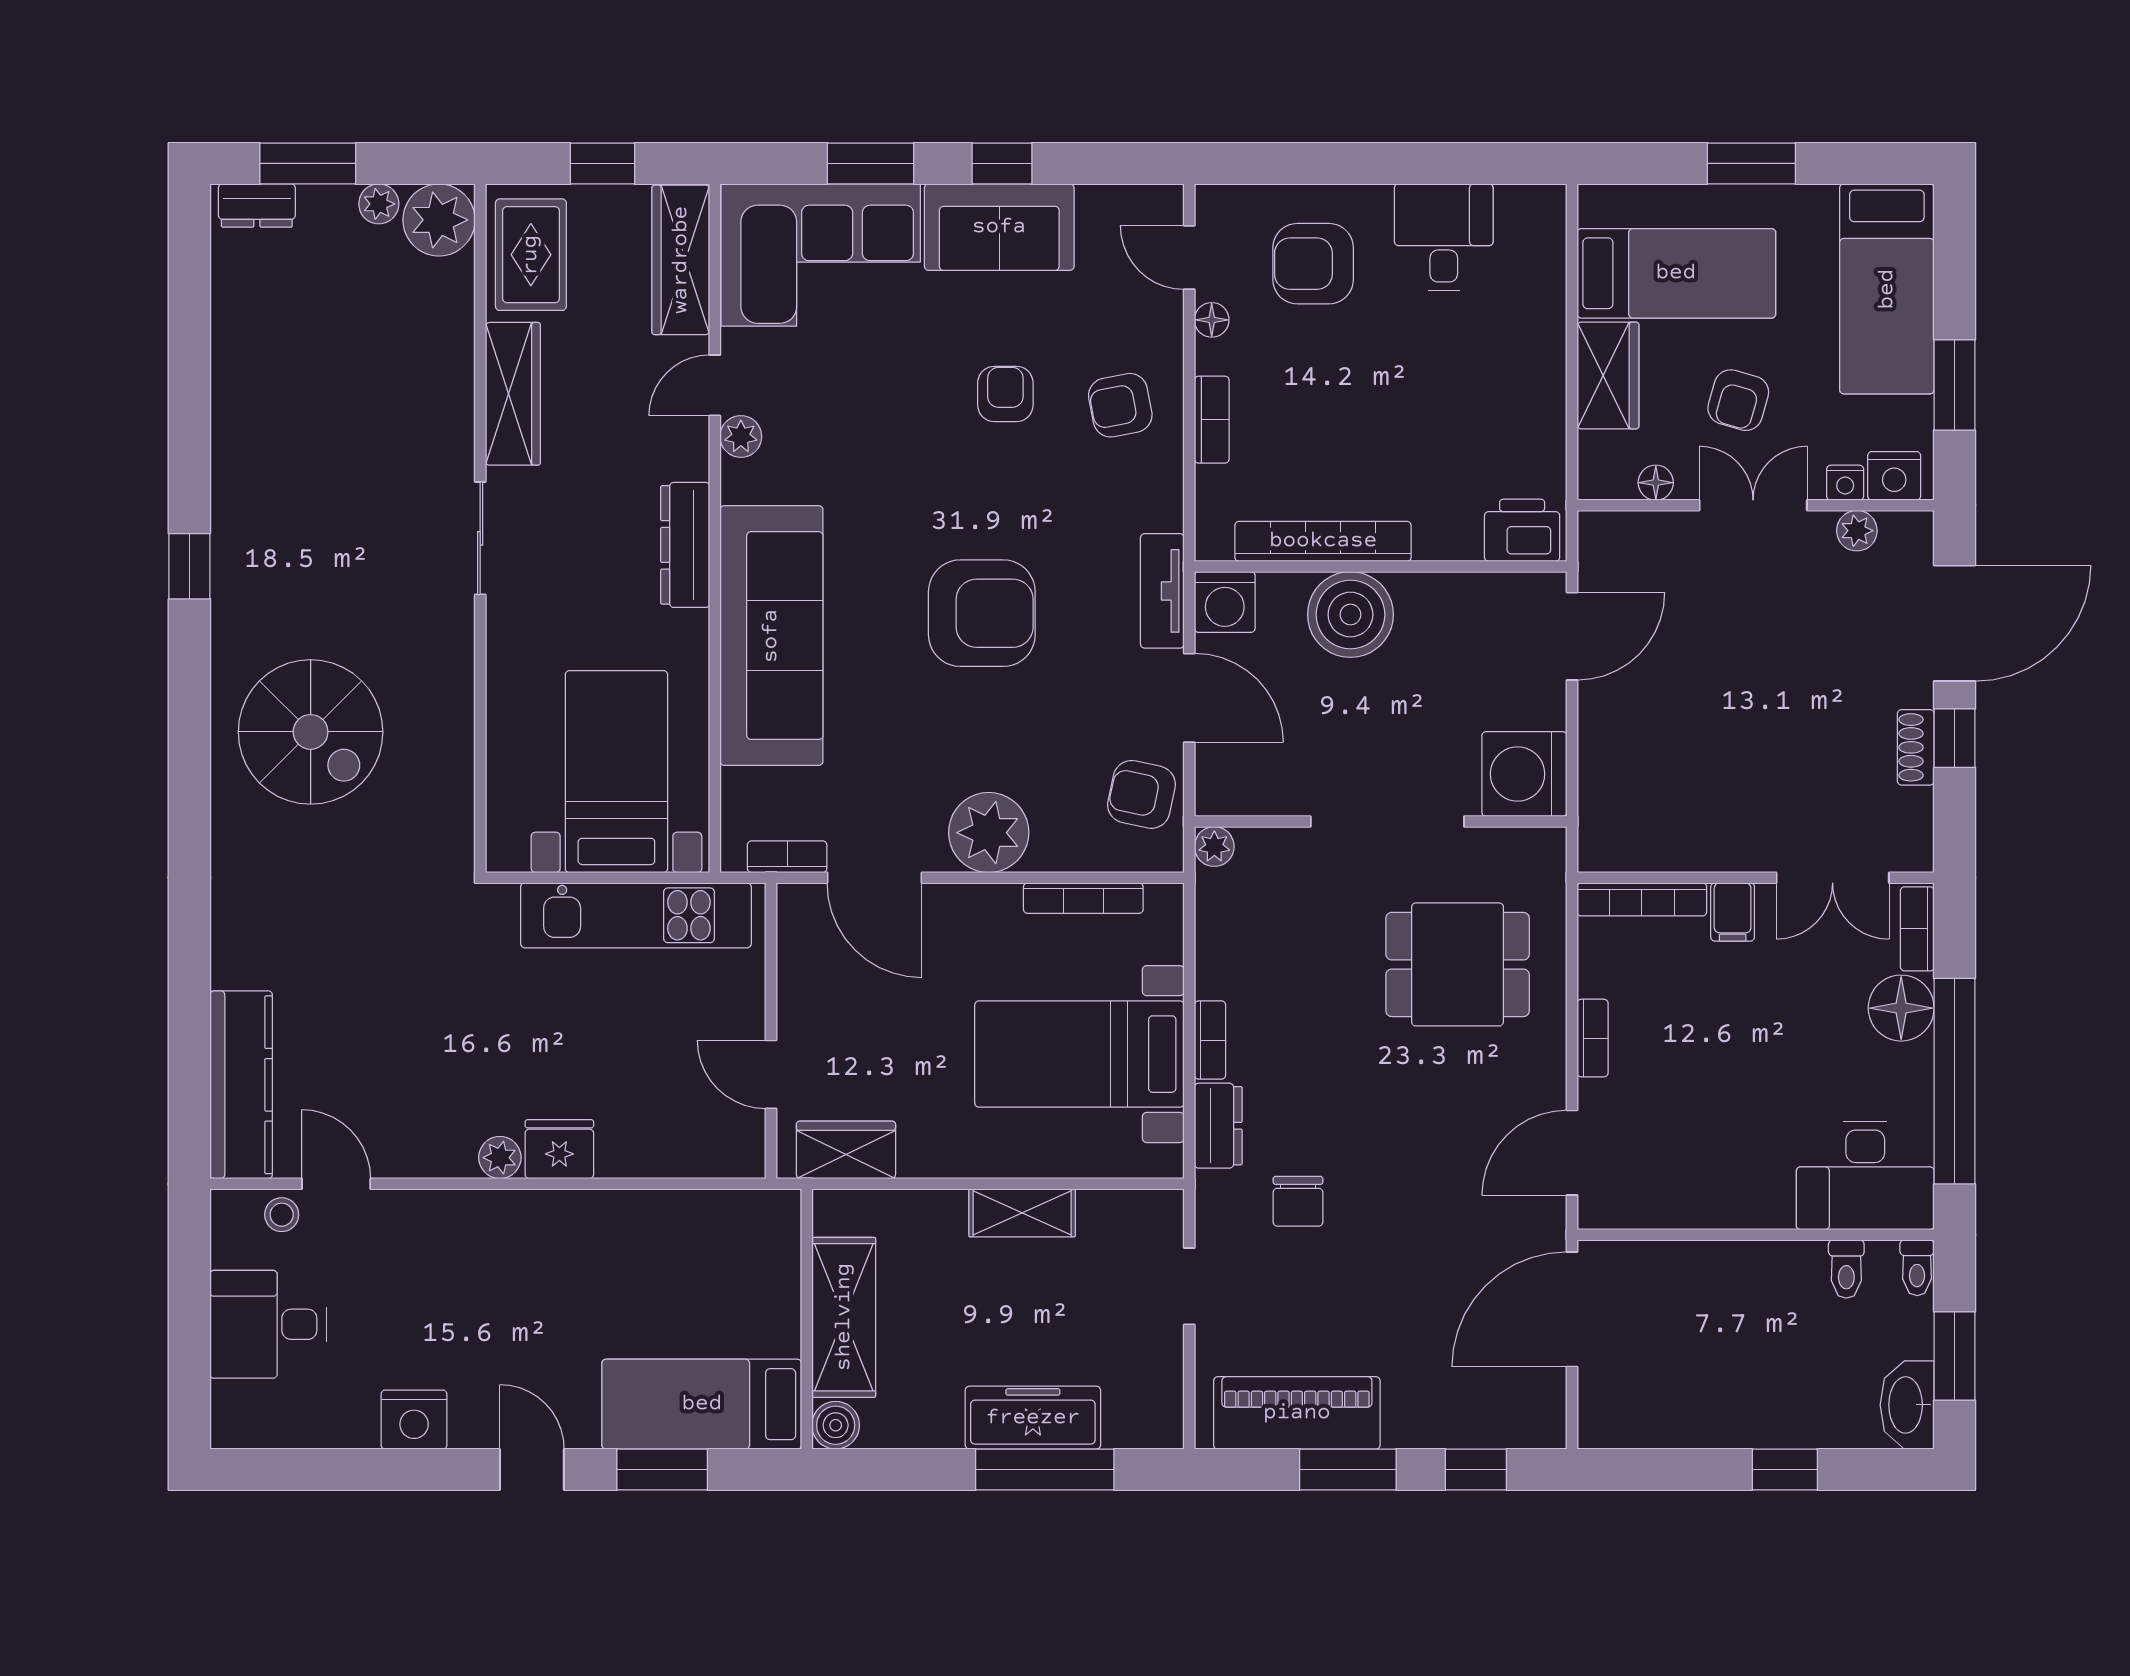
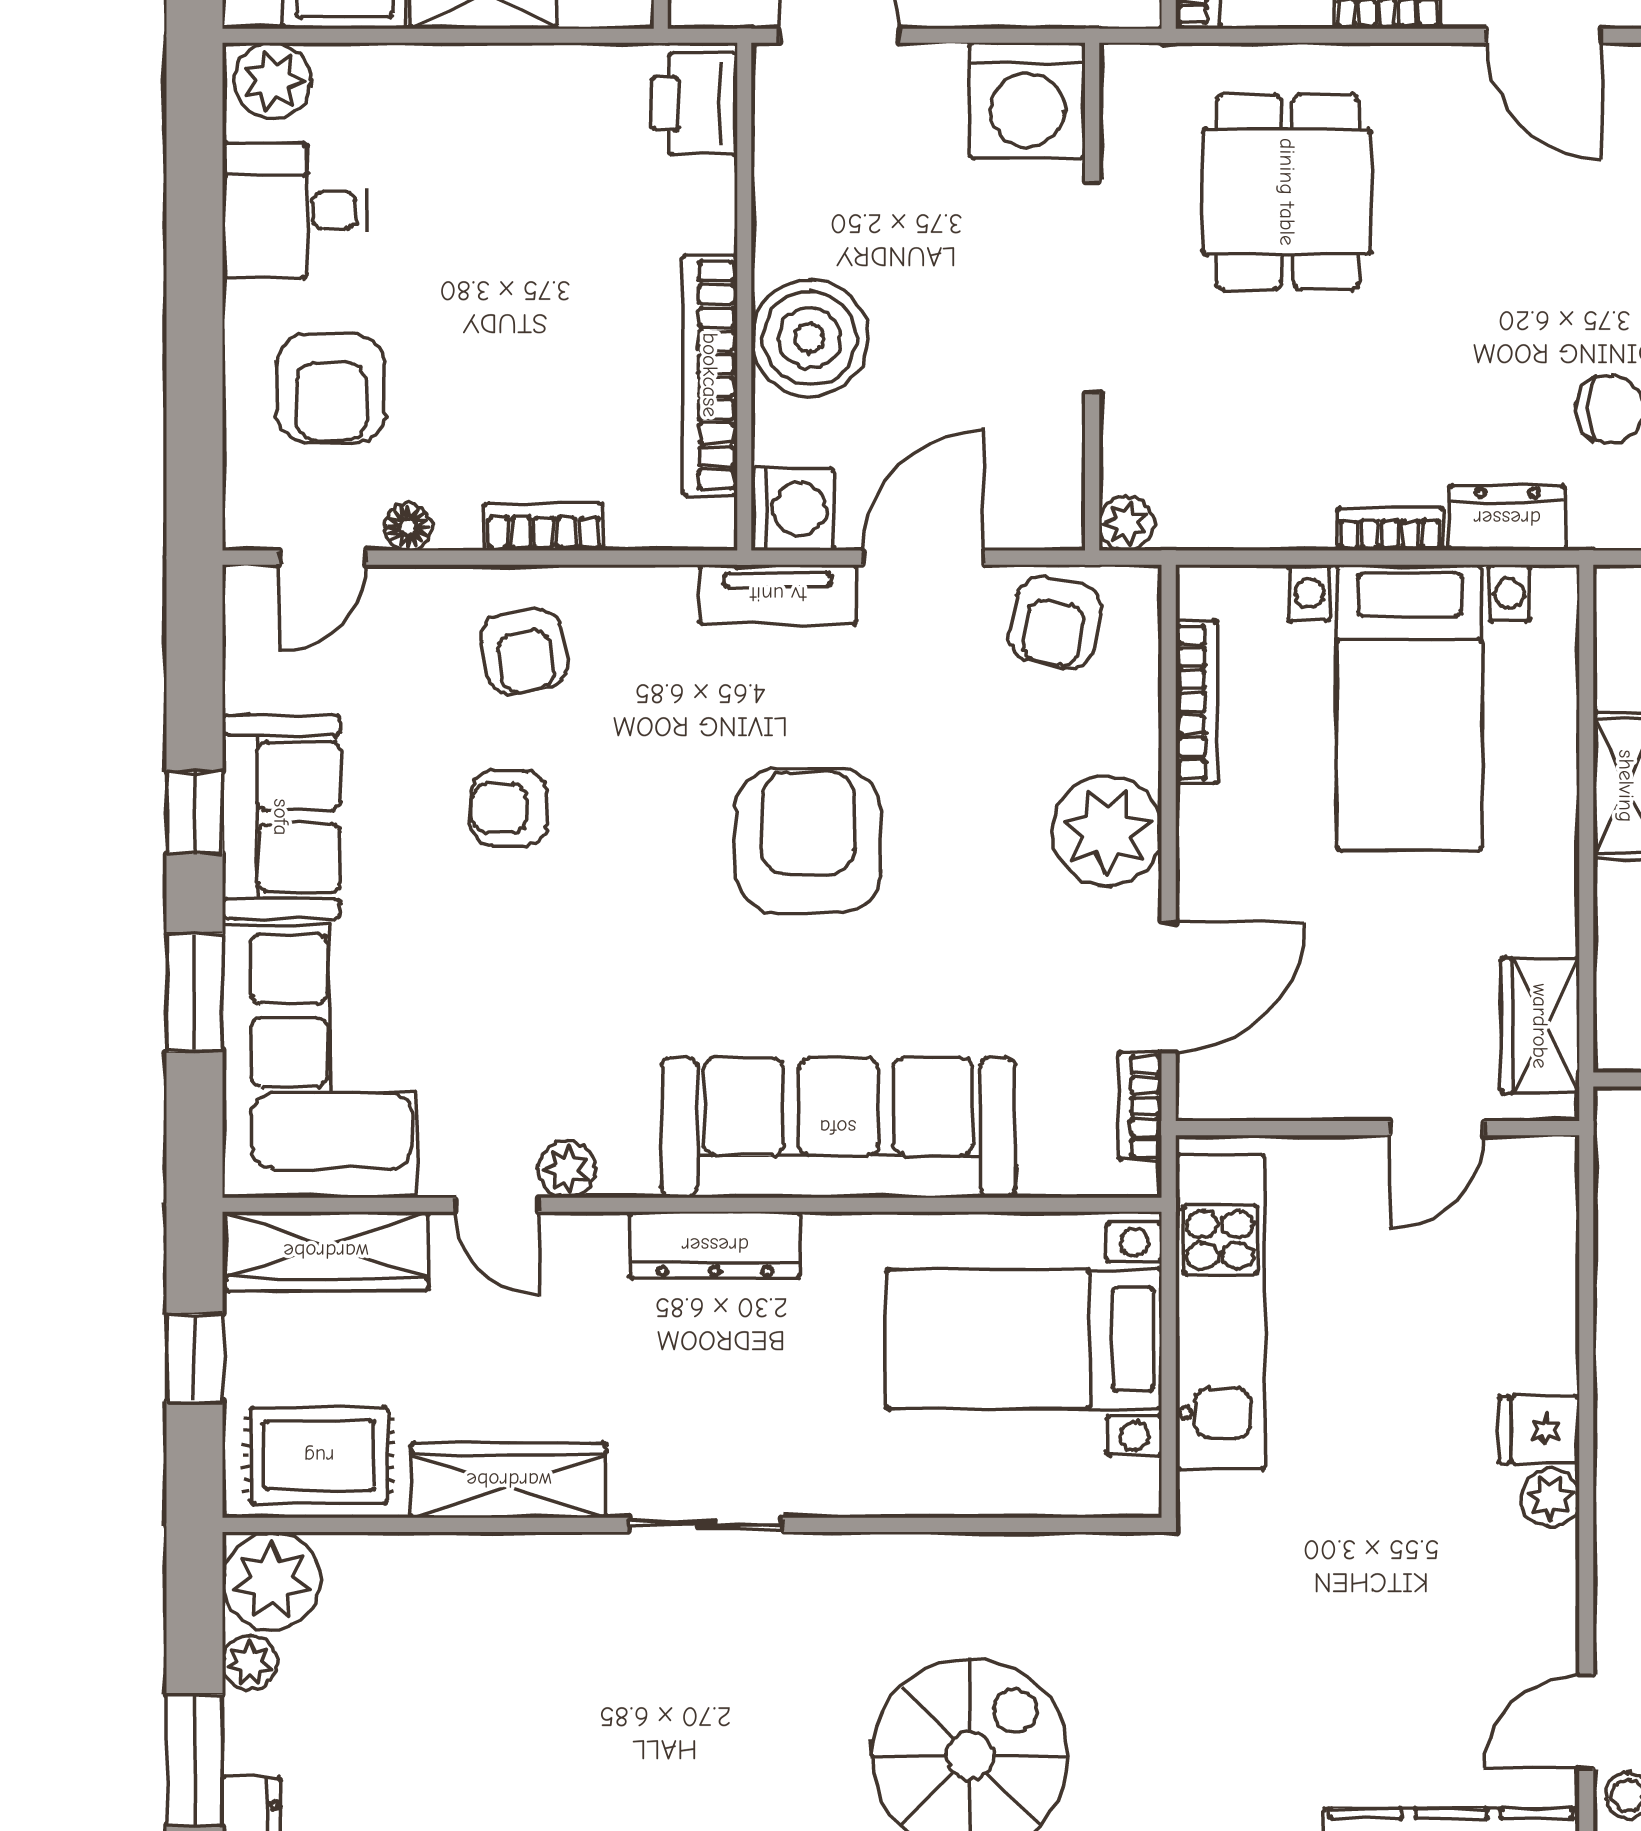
plant: (1539, 221) -> (272, 81), added
fridge: (559, 1149) -> (1539, 1430), width x0.72

